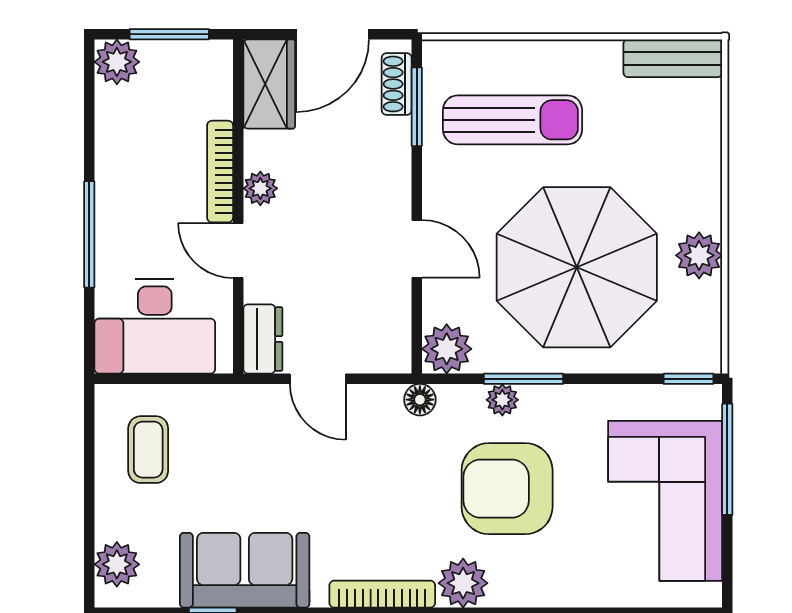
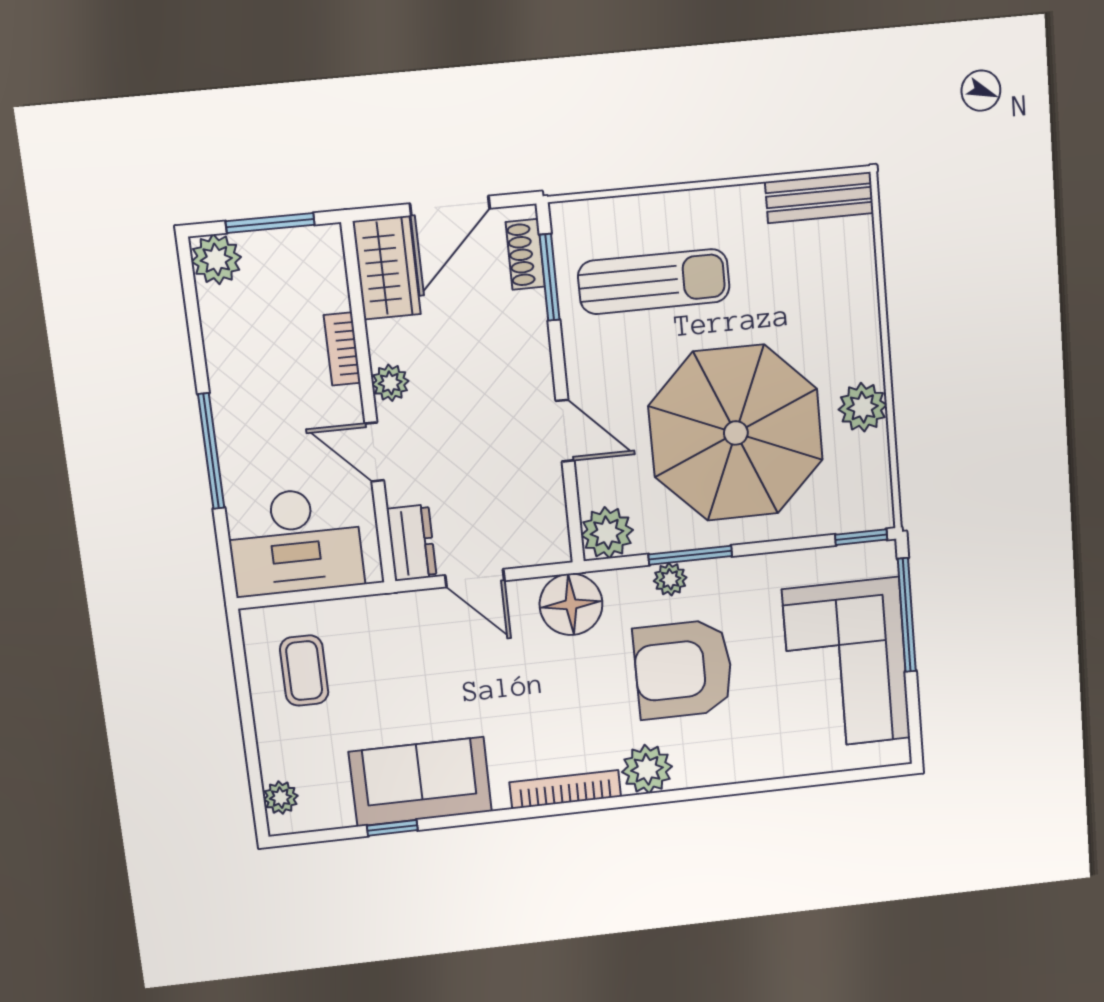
bookcase: (220, 172) -> (342, 349), width x0.64
floor lamp: (420, 400) -> (571, 604), width x1.89, depth x1.89
plant: (117, 564) -> (281, 798), width x0.73, depth x0.73

